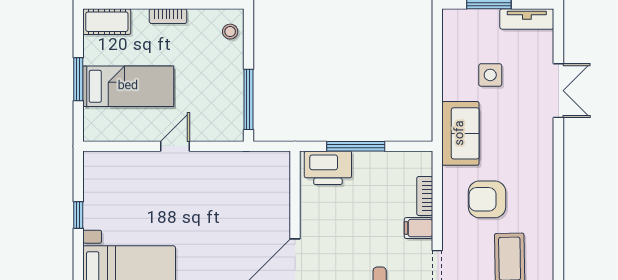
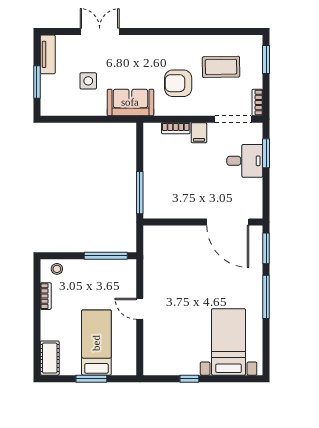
bookcase: (168, 16) -> (46, 296), moved
window: (356, 146) -> (140, 193), moved
printer: (328, 168) -> (155, 198), removed
armchair: (487, 199) -> (178, 83), turned 90

